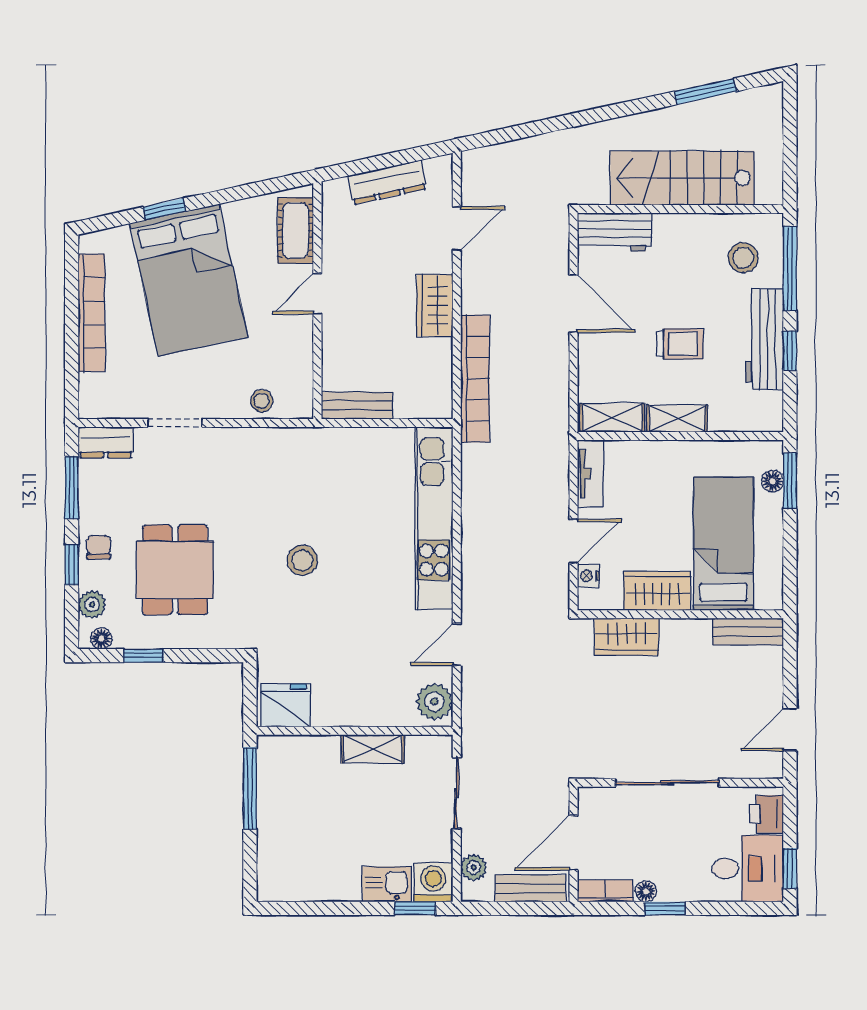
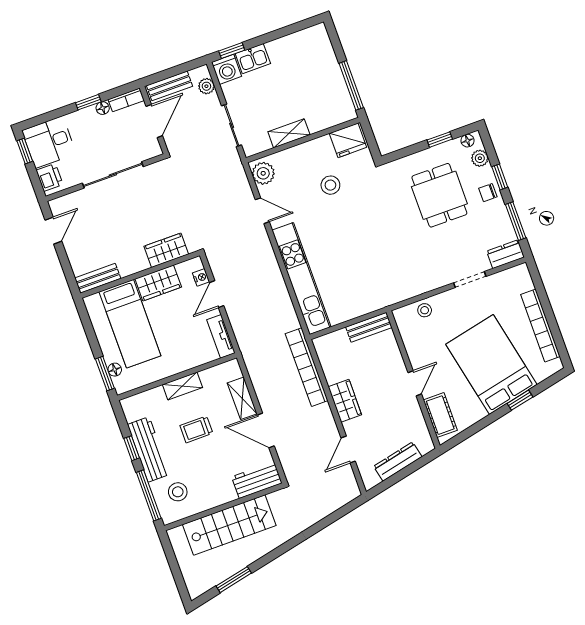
shelving: (612, 418) -> (242, 398), moved, turned 90
chair: (99, 547) -> (488, 193), turned 90
stool: (302, 560) -> (330, 185), moved
door: (457, 645) -> (262, 211), hinge flipped

